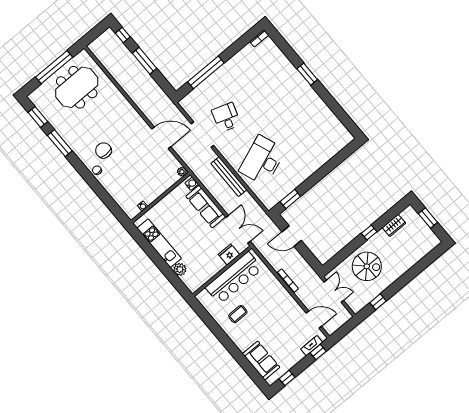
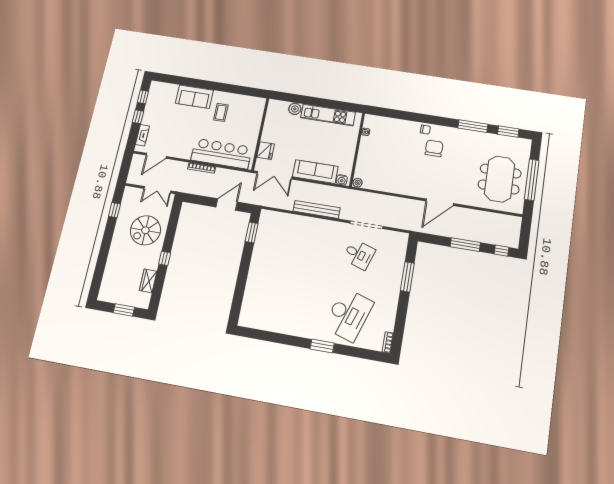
window: (206, 72) -> (407, 277), width x0.68
door: (161, 138) -> (440, 202), moved
chair: (103, 150) -> (434, 148), turned -90
desk: (262, 160) -> (348, 315), moved, turned 39
bar counter: (234, 278) -> (221, 154), moved, turned 90
window: (318, 352) -> (138, 117), moved
sofa: (261, 360) -> (194, 97), moved

